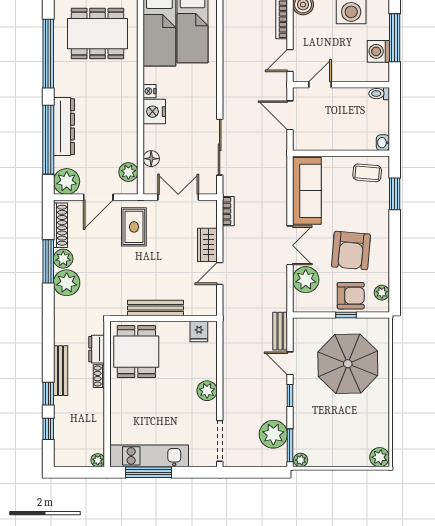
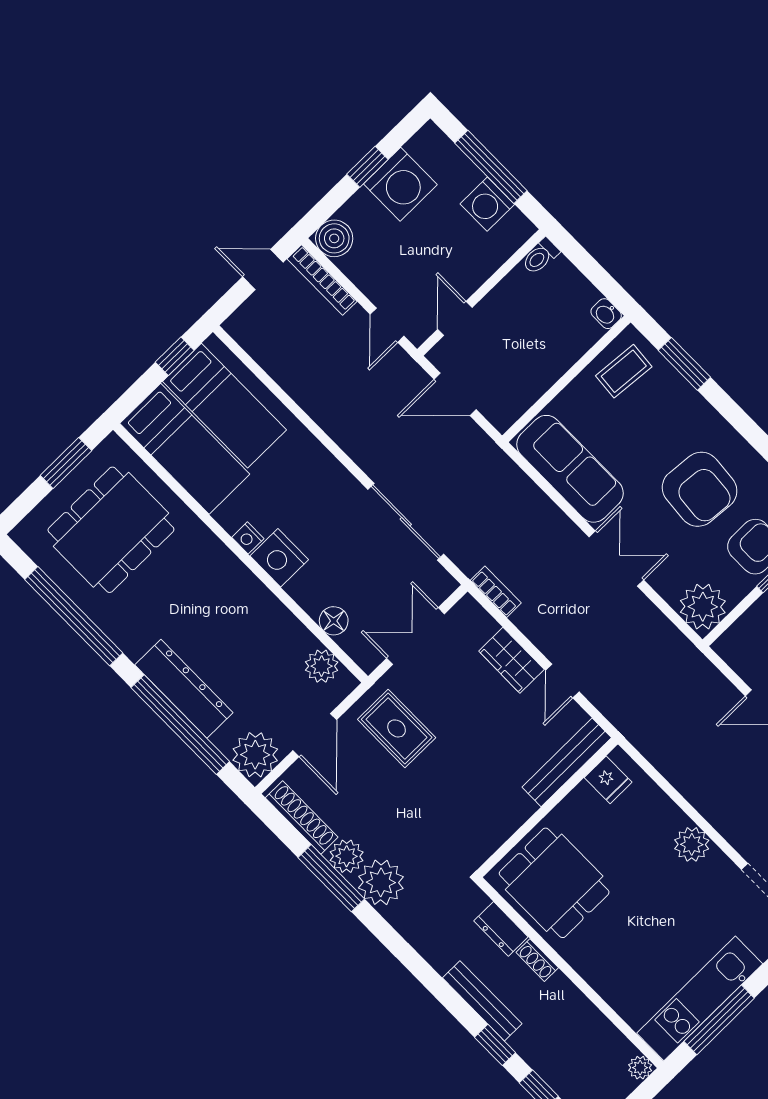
plant: (306, 280) -> (703, 607), moved
bench: (155, 308) -> (567, 762), moved
bench: (280, 331) -> (710, 679), removed

